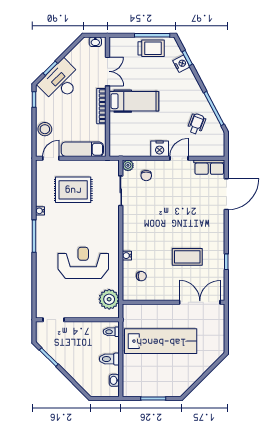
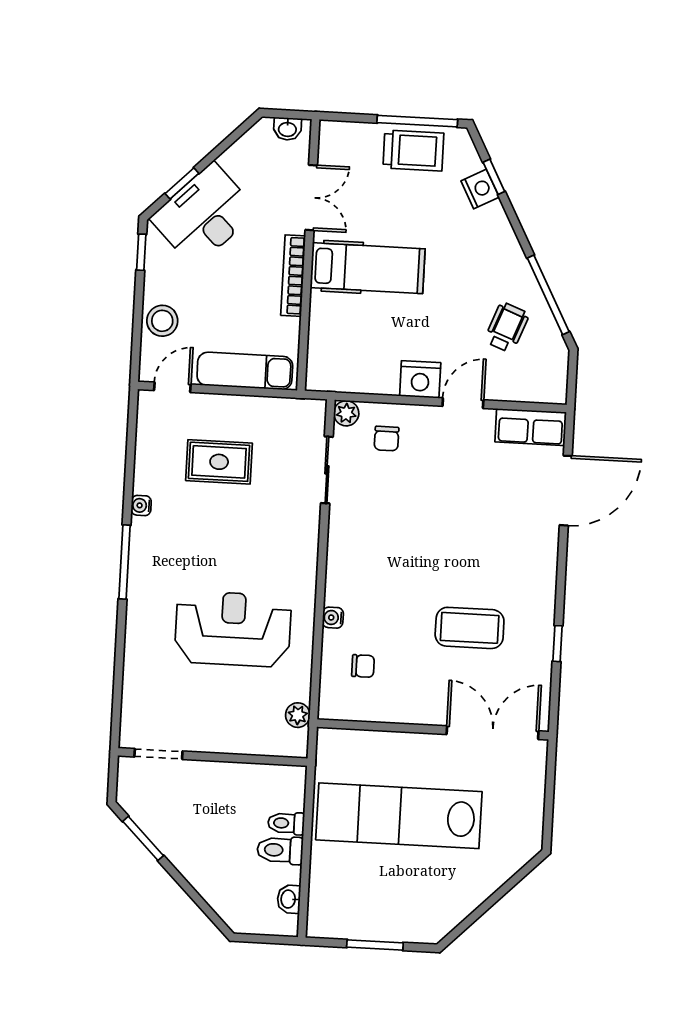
rug: (73, 190) -> (219, 462), width x0.73, depth x0.70
plant: (109, 299) -> (298, 715), width x0.53, depth x0.53
toilet: (111, 332) -> (286, 823), moved
lab bench: (161, 341) -> (399, 816), turned 180

